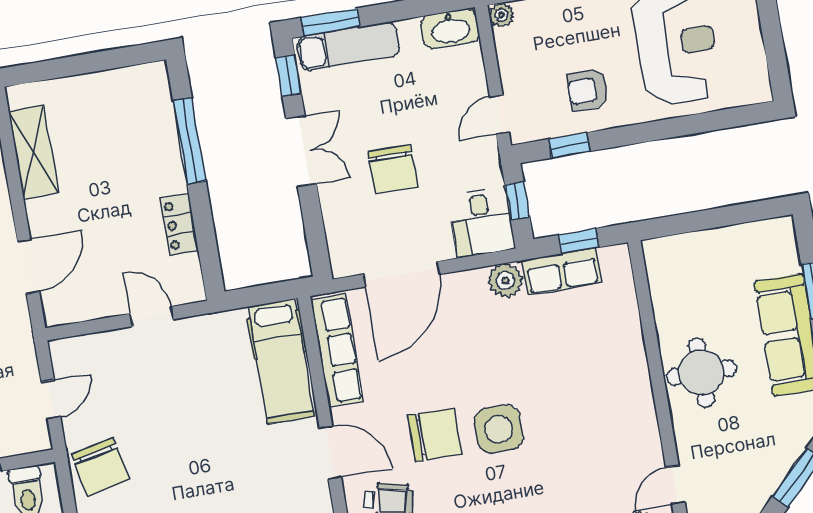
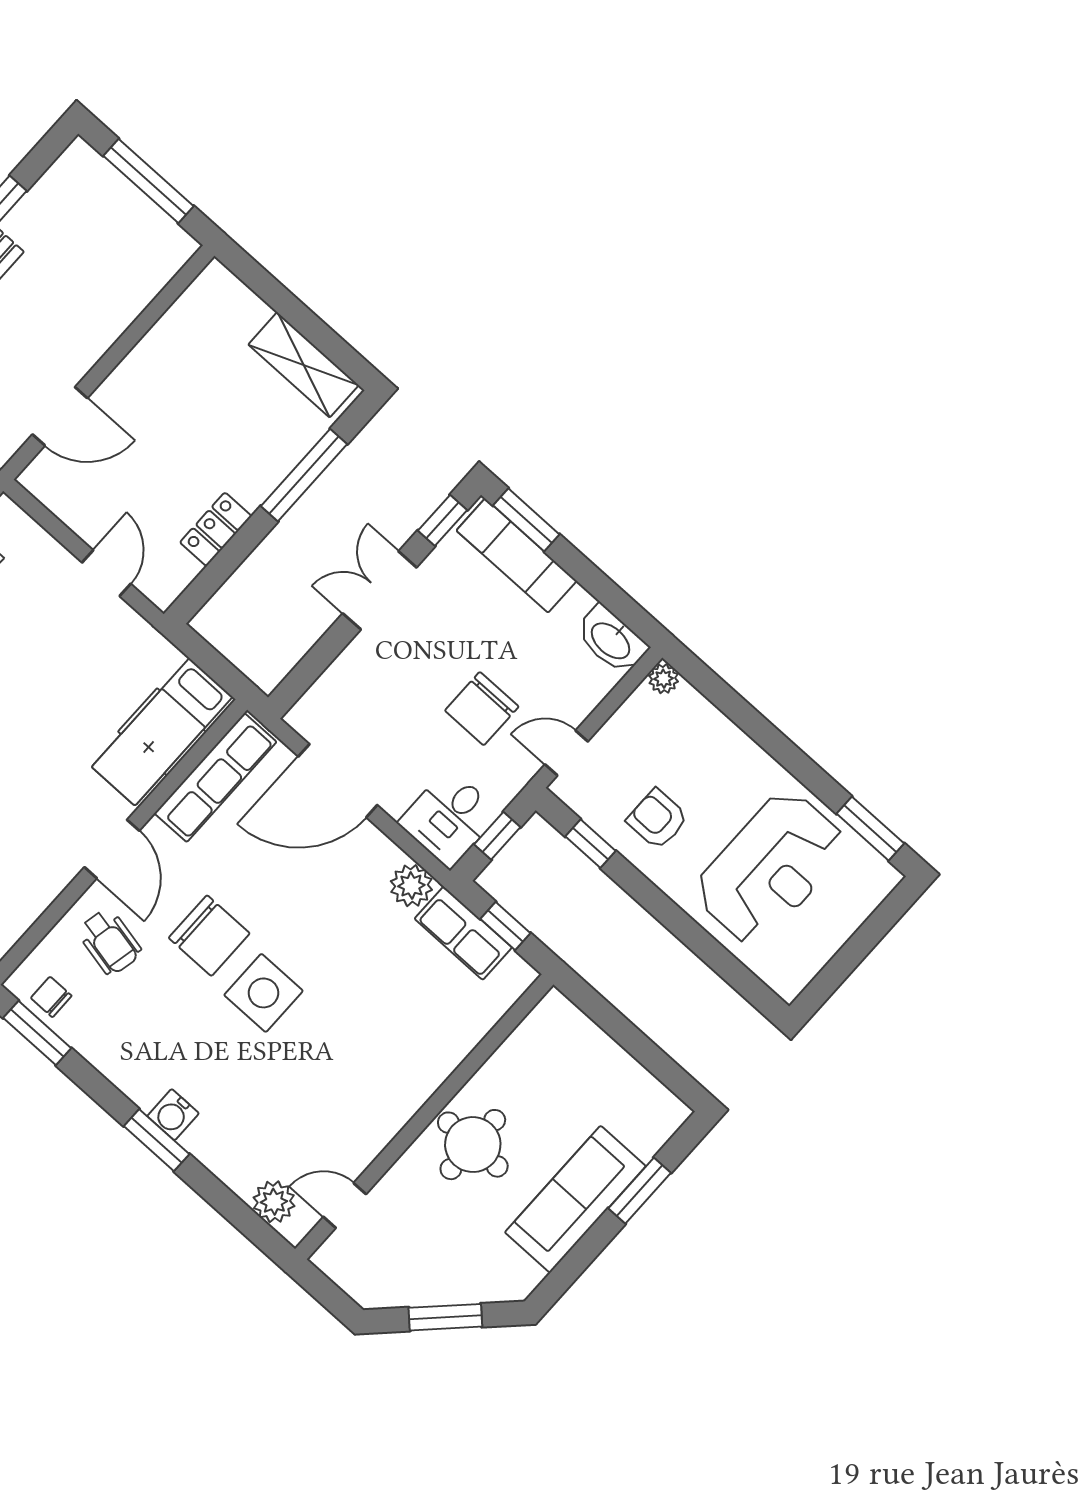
double door: (301, 151) -> (380, 590), swing flipped
shelving: (33, 152) -> (303, 365), moved, turned 90
chair: (393, 169) -> (482, 709), moved

